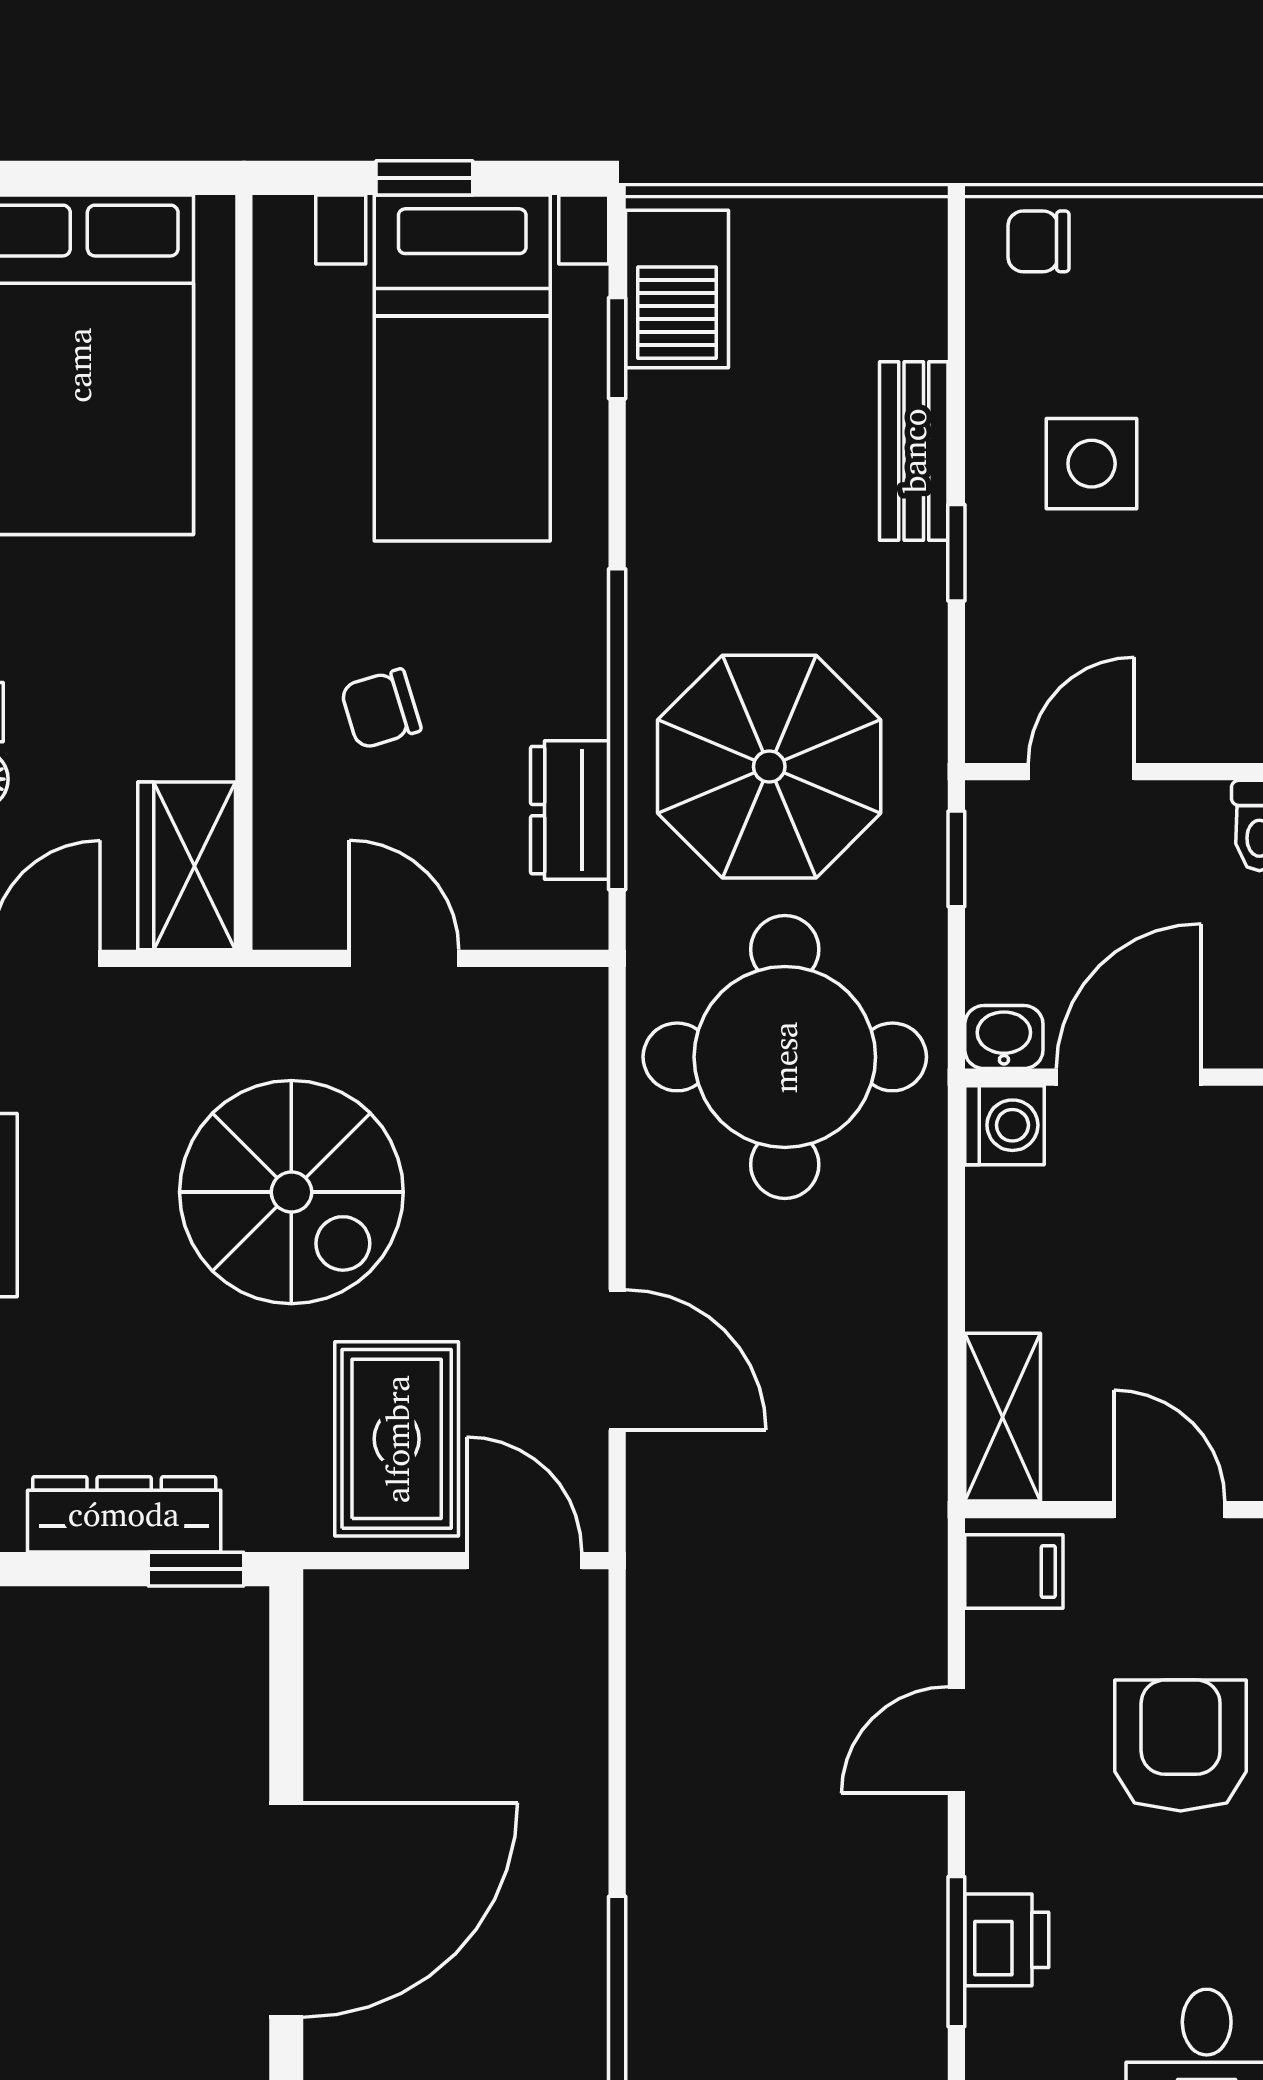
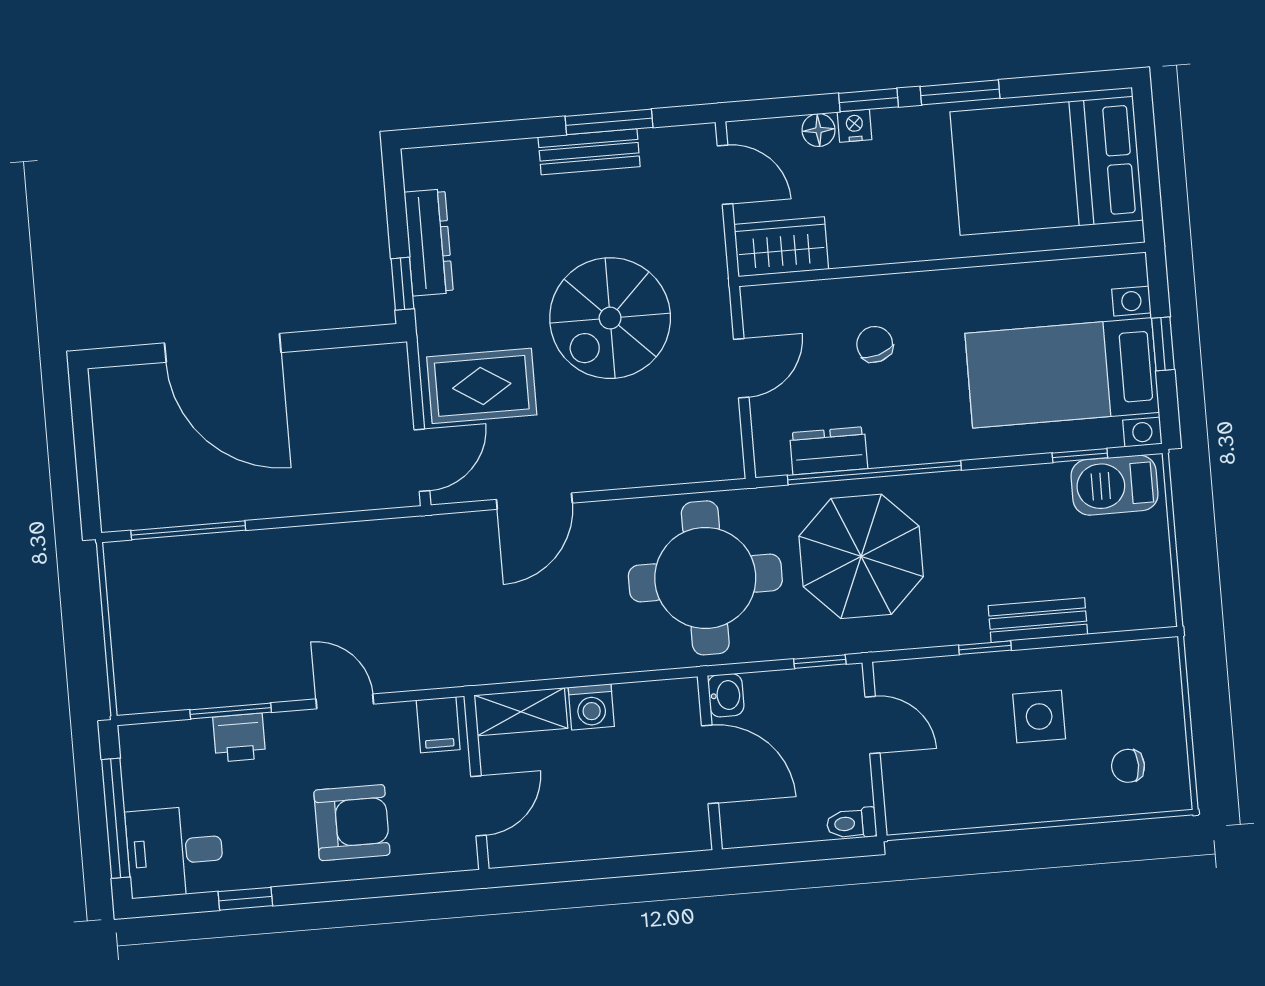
chair: (1039, 241) -> (1128, 766), moved, turned -90
washing machine: (1004, 1125) -> (591, 707), moved

